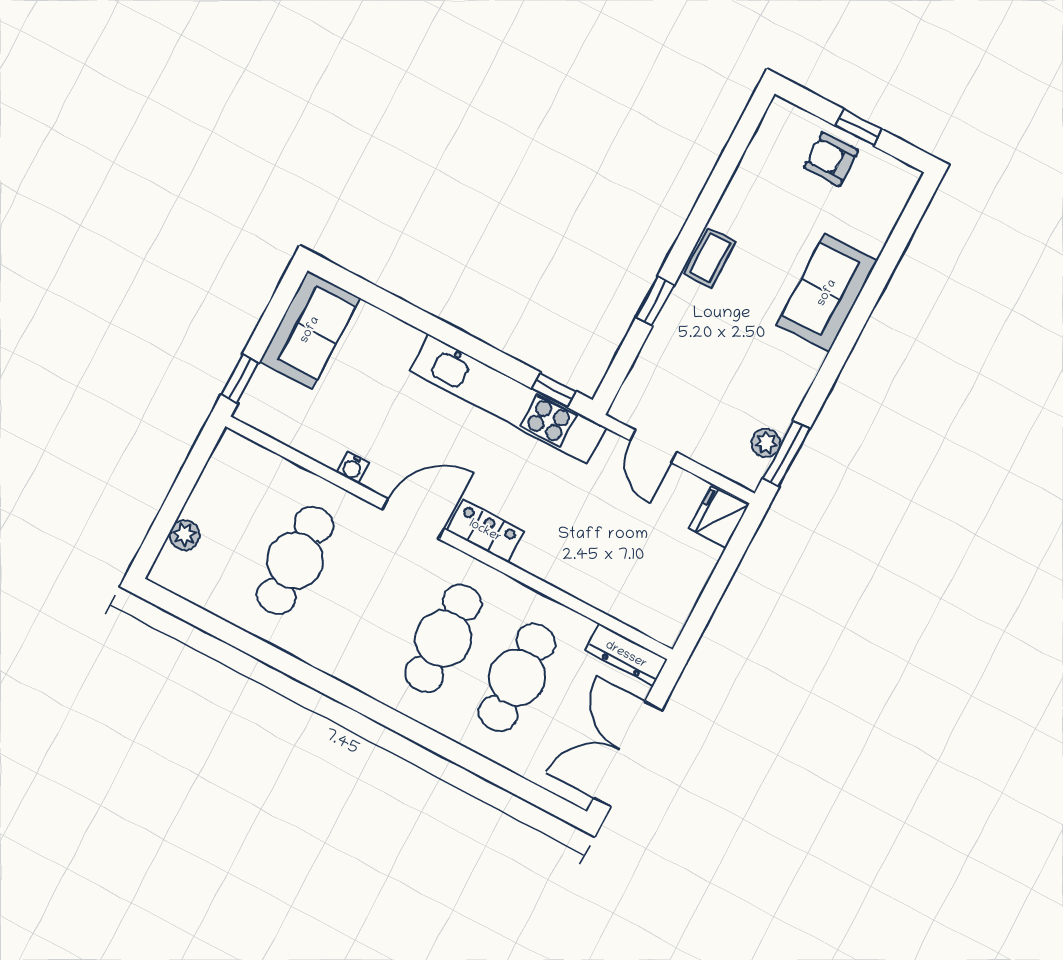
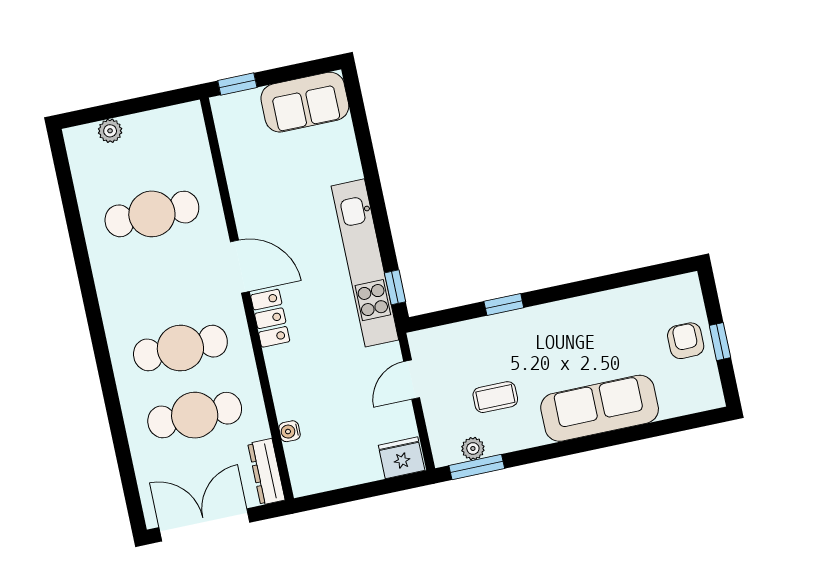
coffee table: (710, 258) -> (495, 397), moved
sofa: (827, 293) -> (600, 408), width x1.36
water cooler: (353, 467) -> (290, 431), moved

